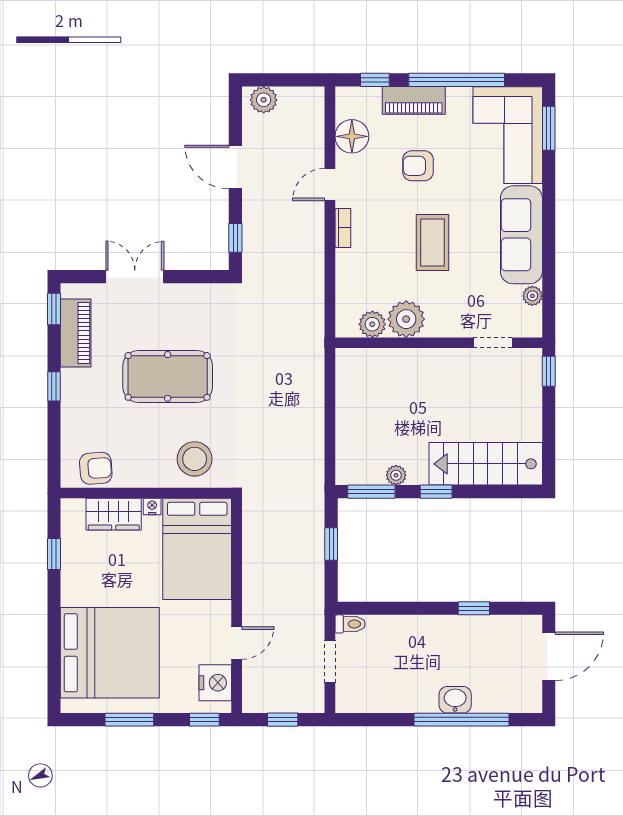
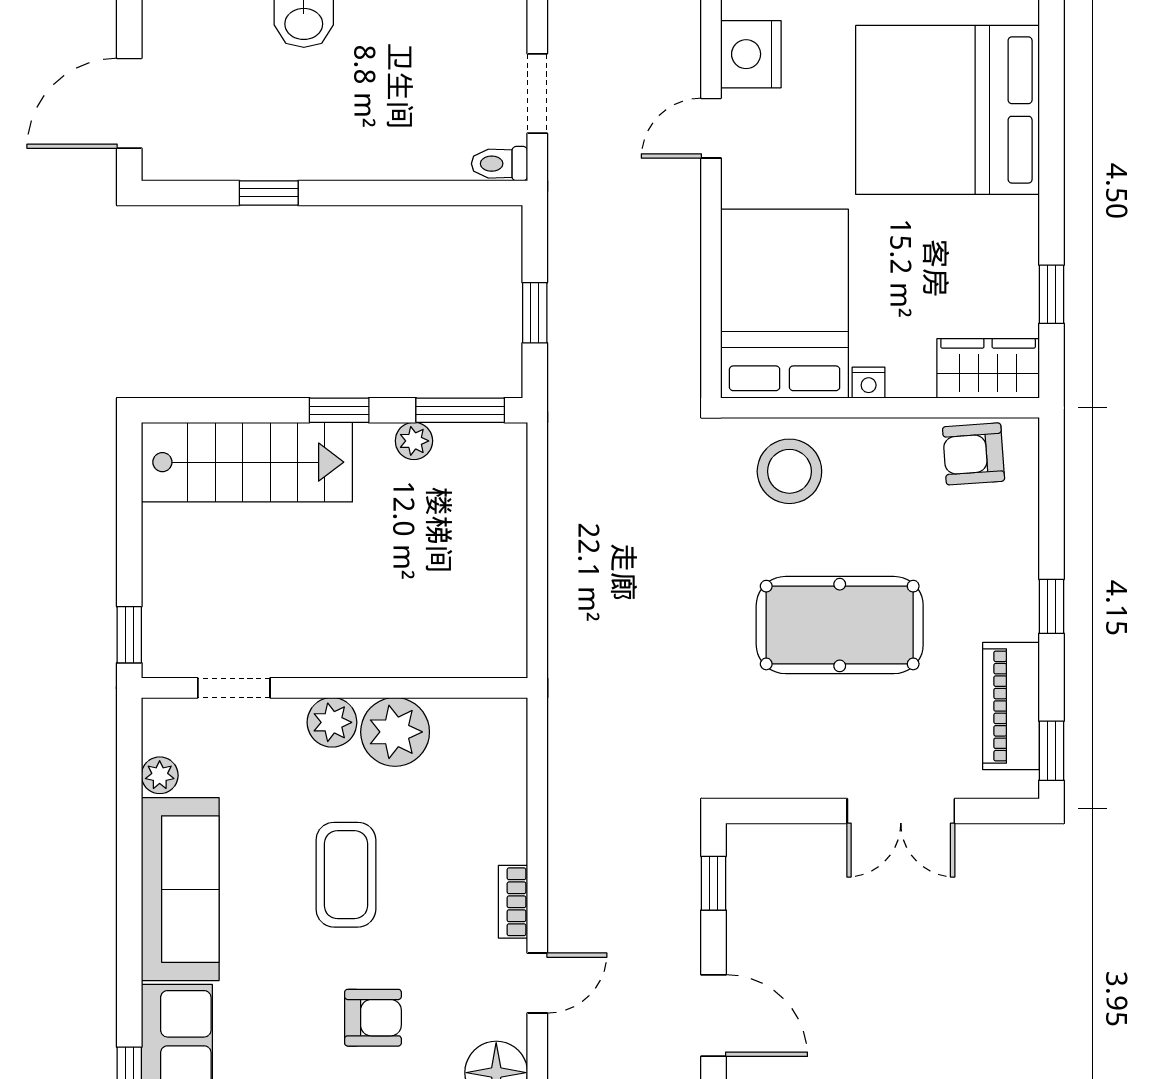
plant: (372, 324) -> (332, 722), moved
wardrobe: (114, 514) -> (988, 368), moved

